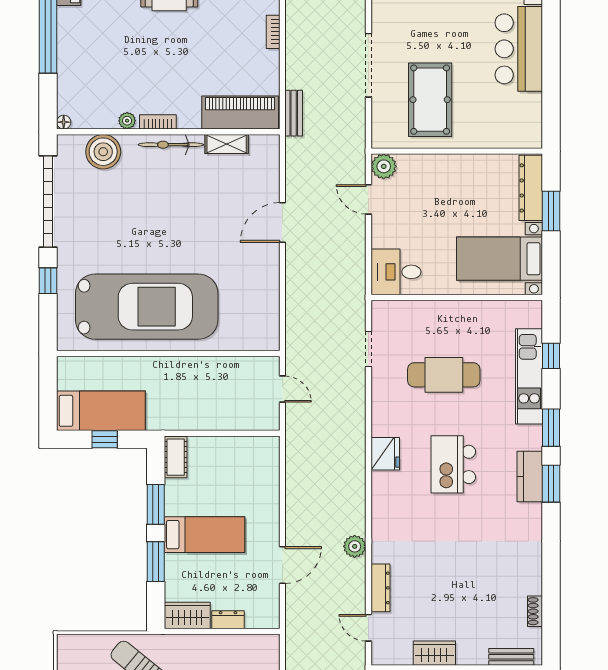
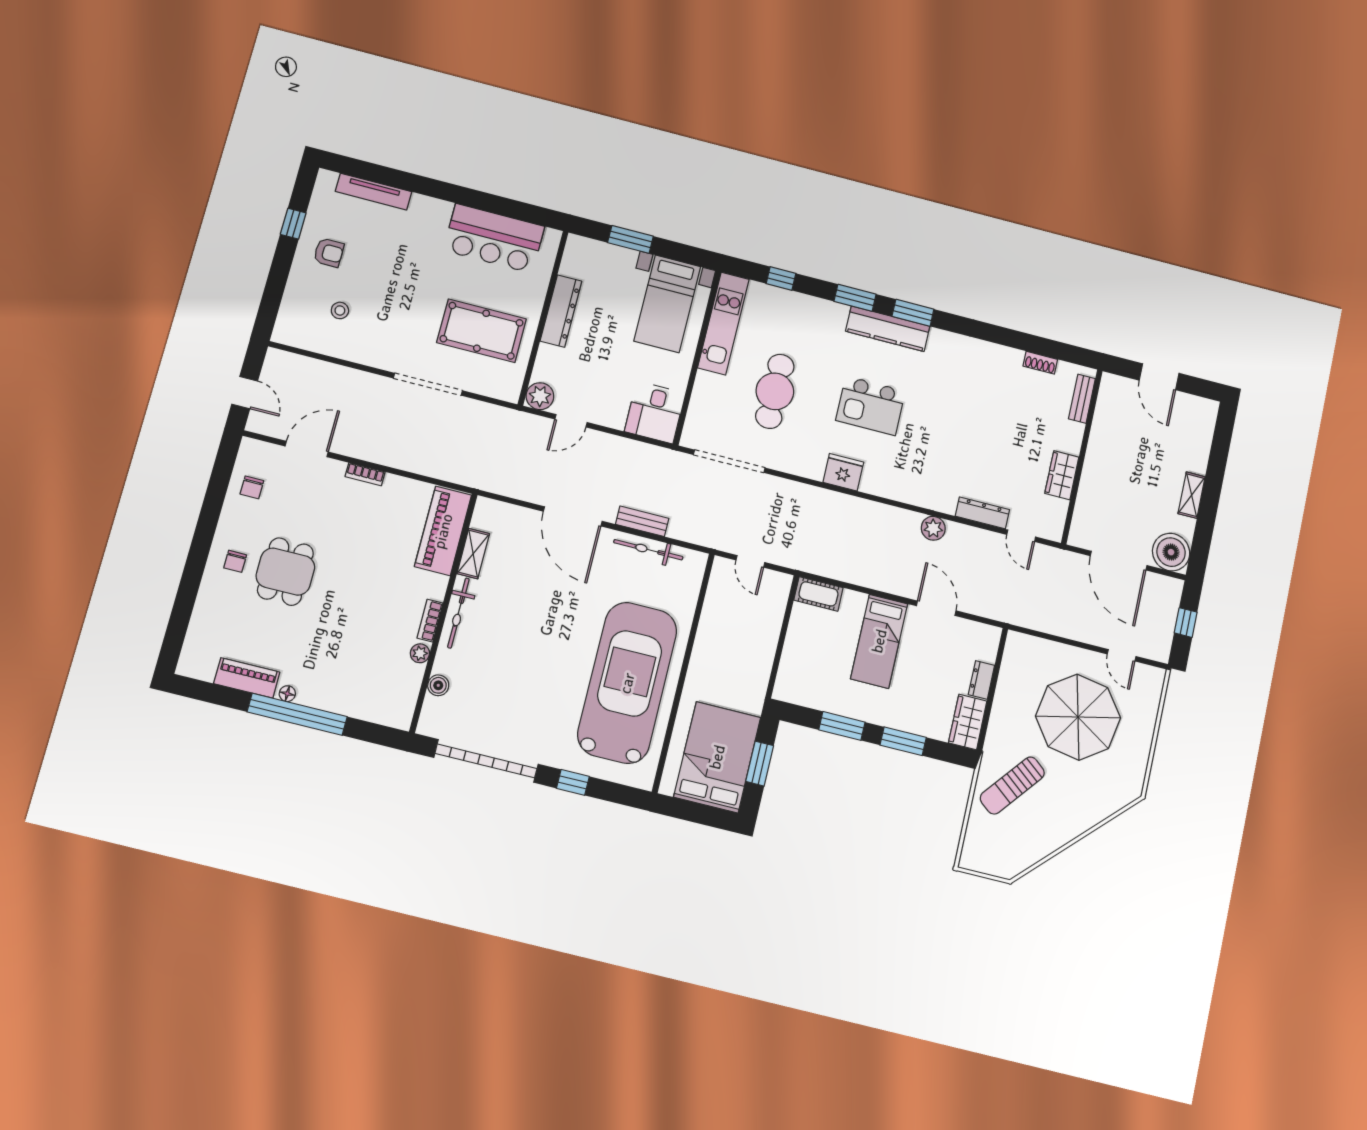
bar counter: (519, 49) -> (494, 238), moved
bench: (294, 113) -> (642, 521), moved
floor lamp: (64, 122) -> (287, 694), moved
boiler: (103, 152) -> (438, 685), width x0.54, depth x0.54
dresser: (531, 188) -> (561, 311), moved, turned -90
door: (282, 223) -> (573, 516), width x1.36
bicycle: (270, 296) -> (648, 550), added
doorway: (368, 349) -> (729, 461), width x1.88
kitchen unit: (529, 376) -> (723, 323), moved, turned -90
door: (282, 389) -> (750, 561), swing flipped
bed: (101, 411) -> (717, 757), width x1.50
window: (105, 439) -> (760, 763), width x1.50
cot: (176, 457) -> (819, 594), moved
kitchen counter: (530, 477) -> (888, 329), width x1.50
bed: (205, 535) -> (879, 641), moved, turned 180
door: (368, 628) -> (1021, 536), hinge flipped

